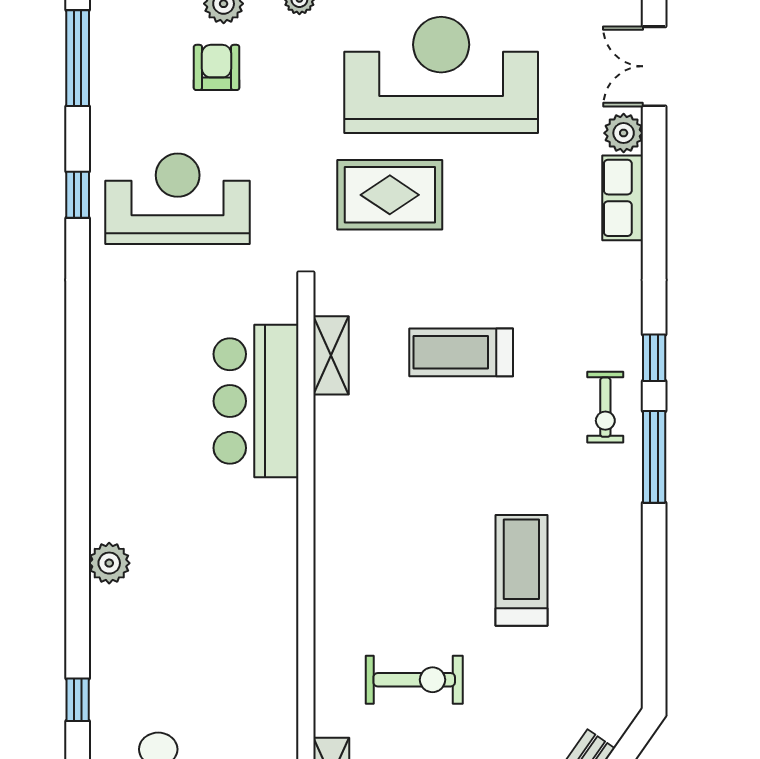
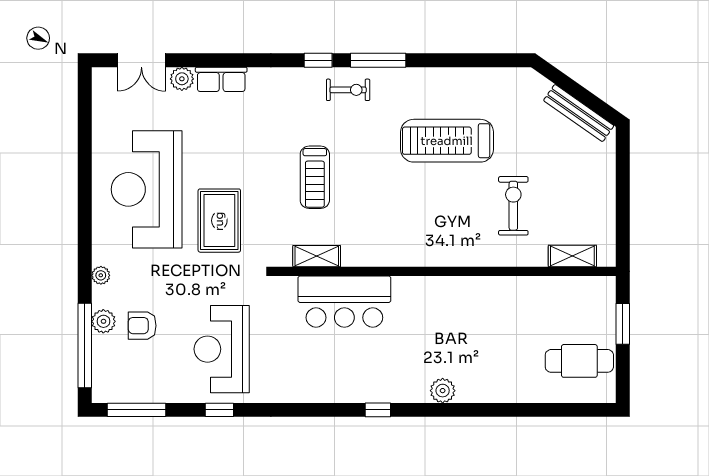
treadmill: (521, 570) -> (447, 141), width x1.37, depth x1.38
window: (78, 700) -> (378, 410), moved

